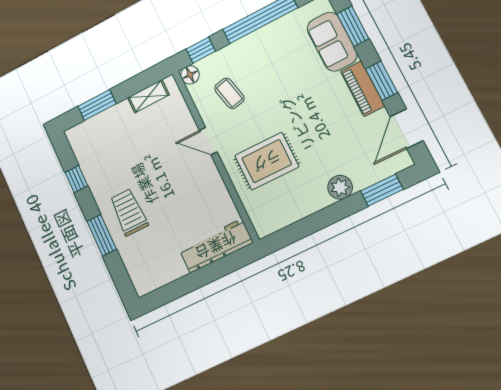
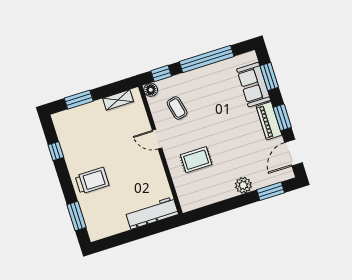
rug: (267, 161) -> (196, 160), width x0.73, depth x0.70
trolley: (129, 212) -> (92, 181), turned 90
window: (102, 235) -> (76, 216), moved

